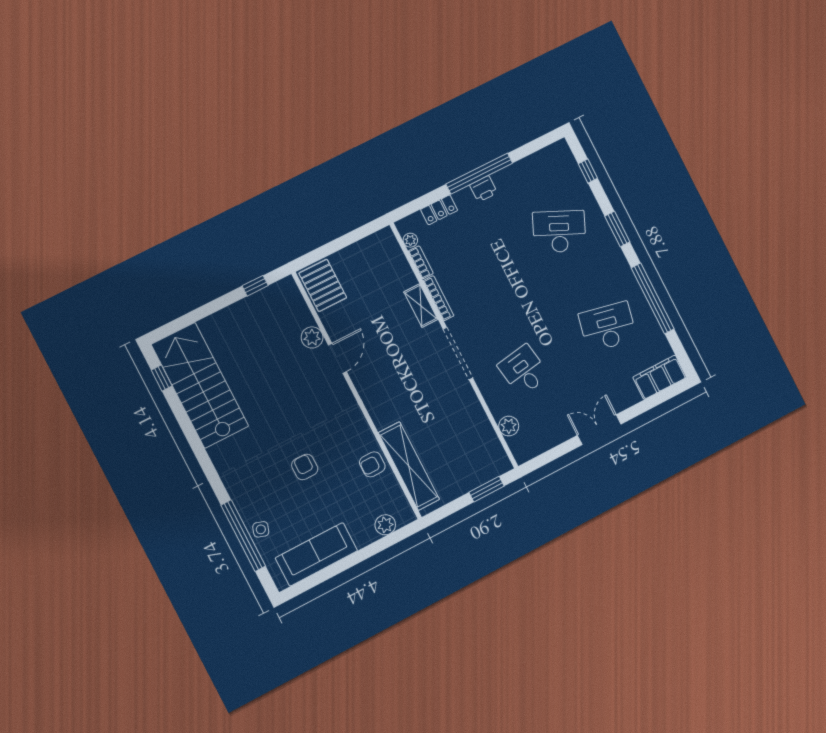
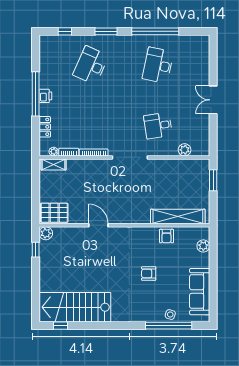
shelving: (421, 306) -> (53, 164), moved
plant: (312, 337) -> (46, 233), moved
filing cabinet: (660, 377) -> (201, 50), removed

